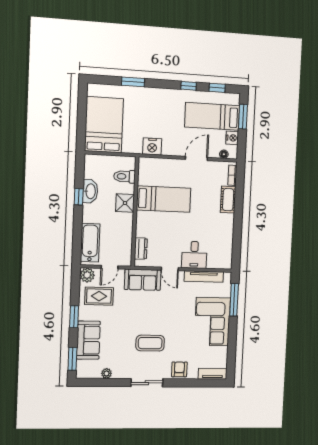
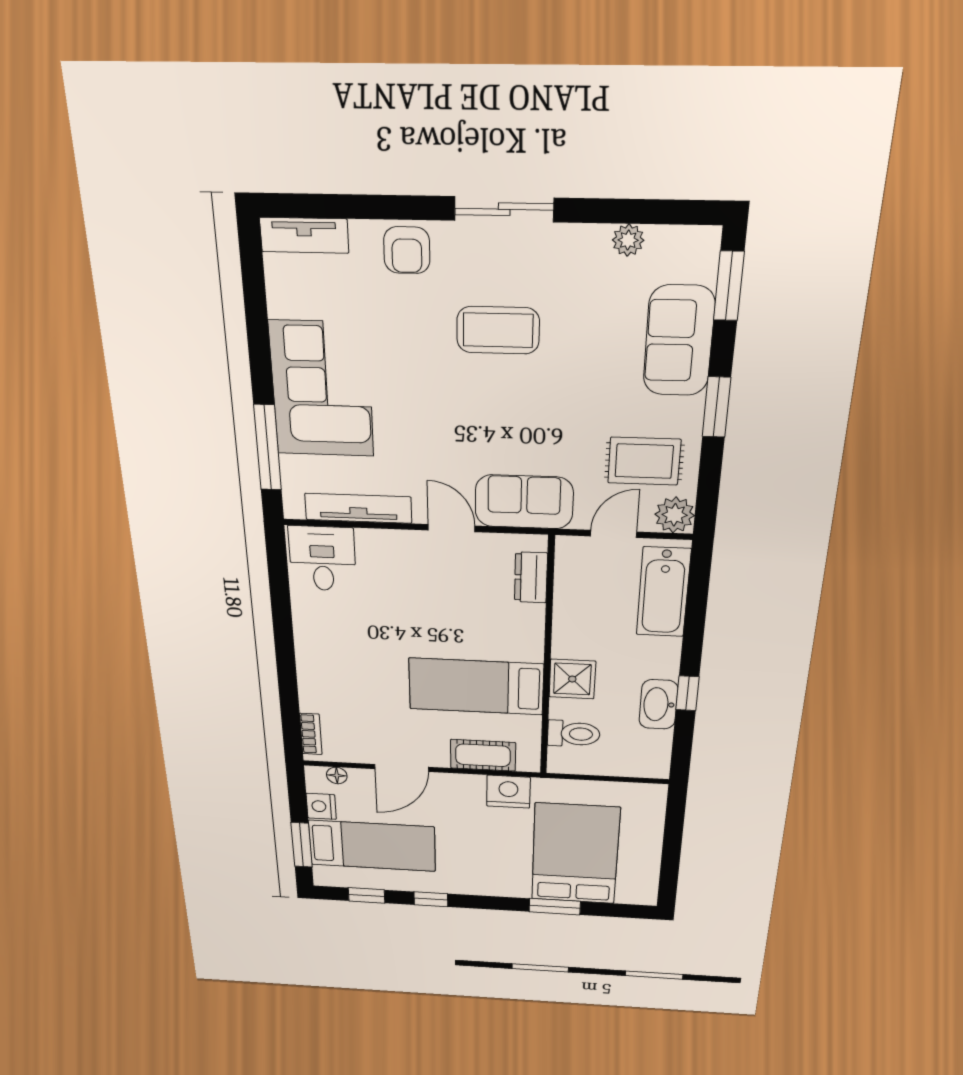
bed: (104, 125) -> (575, 854), moved, turned 180
cot: (228, 200) -> (483, 755), moved, turned 90
desk: (194, 255) -> (322, 559), moved

